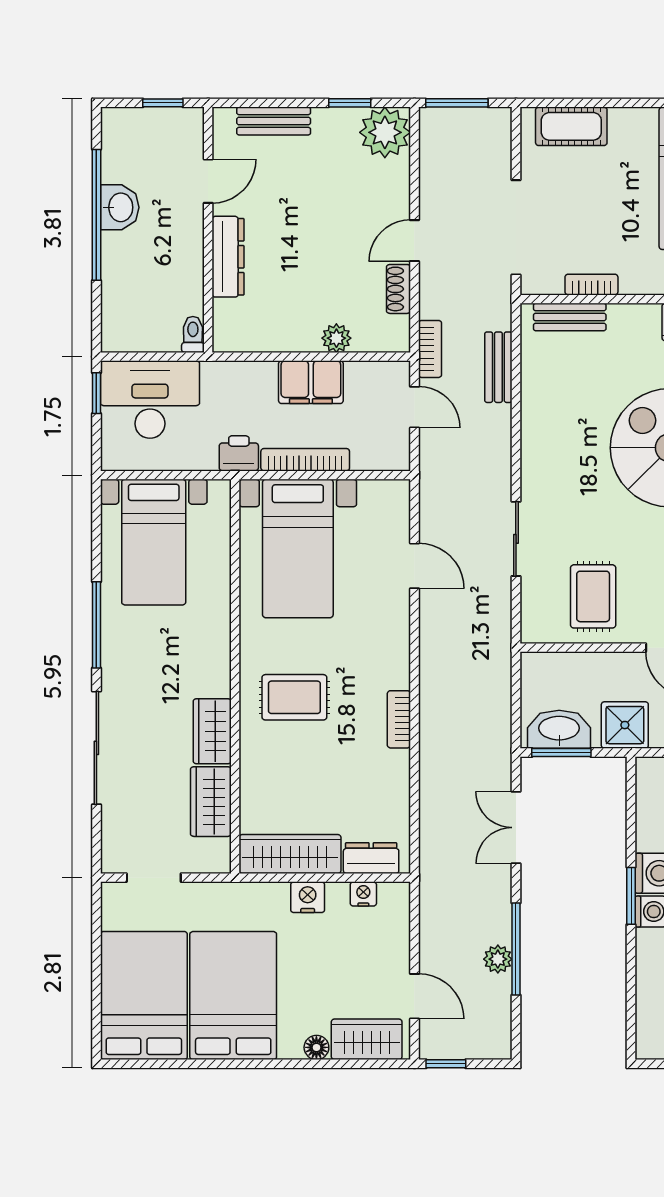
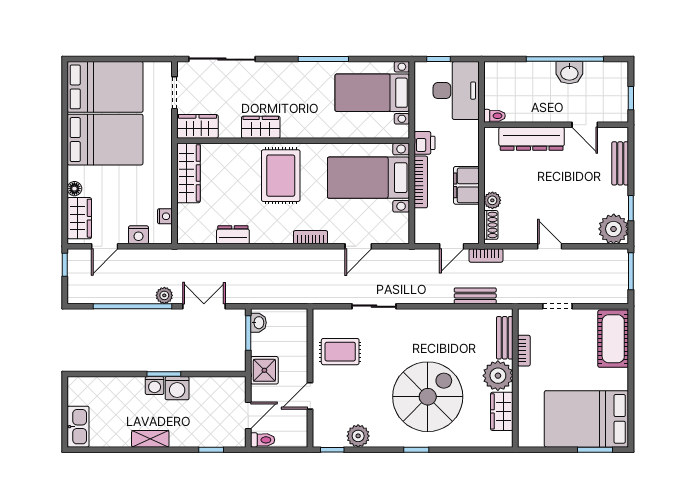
cot: (571, 126) -> (613, 339), width x1.37, depth x1.34
doorway: (516, 227) -> (558, 306), width x0.53
dresser: (228, 257) -> (532, 139), width x1.37, depth x1.24
shoe rack: (398, 289) -> (491, 225), moved, turned 90
plant: (634, 329) -> (498, 376), added
window: (96, 393) -> (439, 59), moved
rug: (294, 697) -> (281, 176), width x1.36, depth x1.43
bookcase: (399, 719) -> (311, 237), moved
washbasin: (559, 729) -> (258, 323), width x0.52, depth x0.69
sliding door: (96, 748) -> (222, 59), moved
wardrobe: (211, 802) -> (197, 126), moved
dresser: (371, 858) -> (233, 235), moved, turned -90
nightstand: (308, 897) -> (138, 235), moved, turned 90
window: (516, 949) -> (133, 306), width x1.46
plant: (498, 959) -> (164, 295), moved

